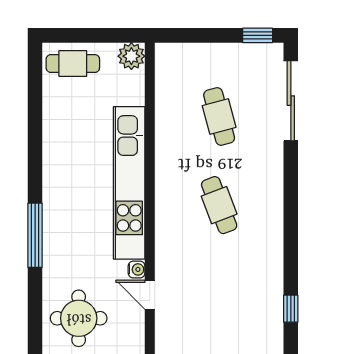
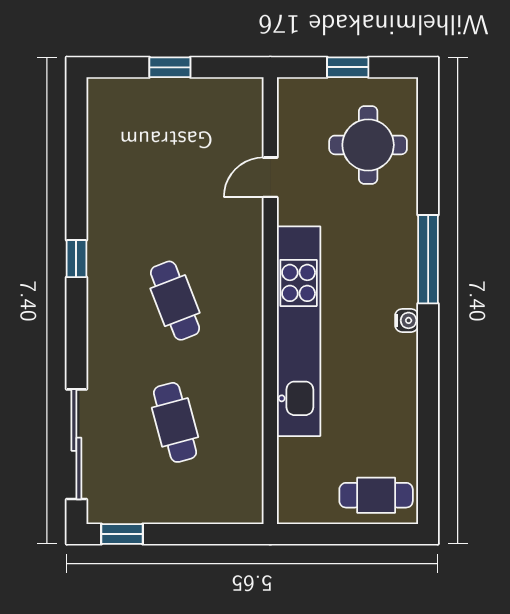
plant: (131, 56) -> (296, 505), removed
water cooler: (137, 269) -> (407, 320), moved, turned 180
door: (150, 295) -> (270, 177), swing flipped
window: (291, 309) -> (76, 259), moved

